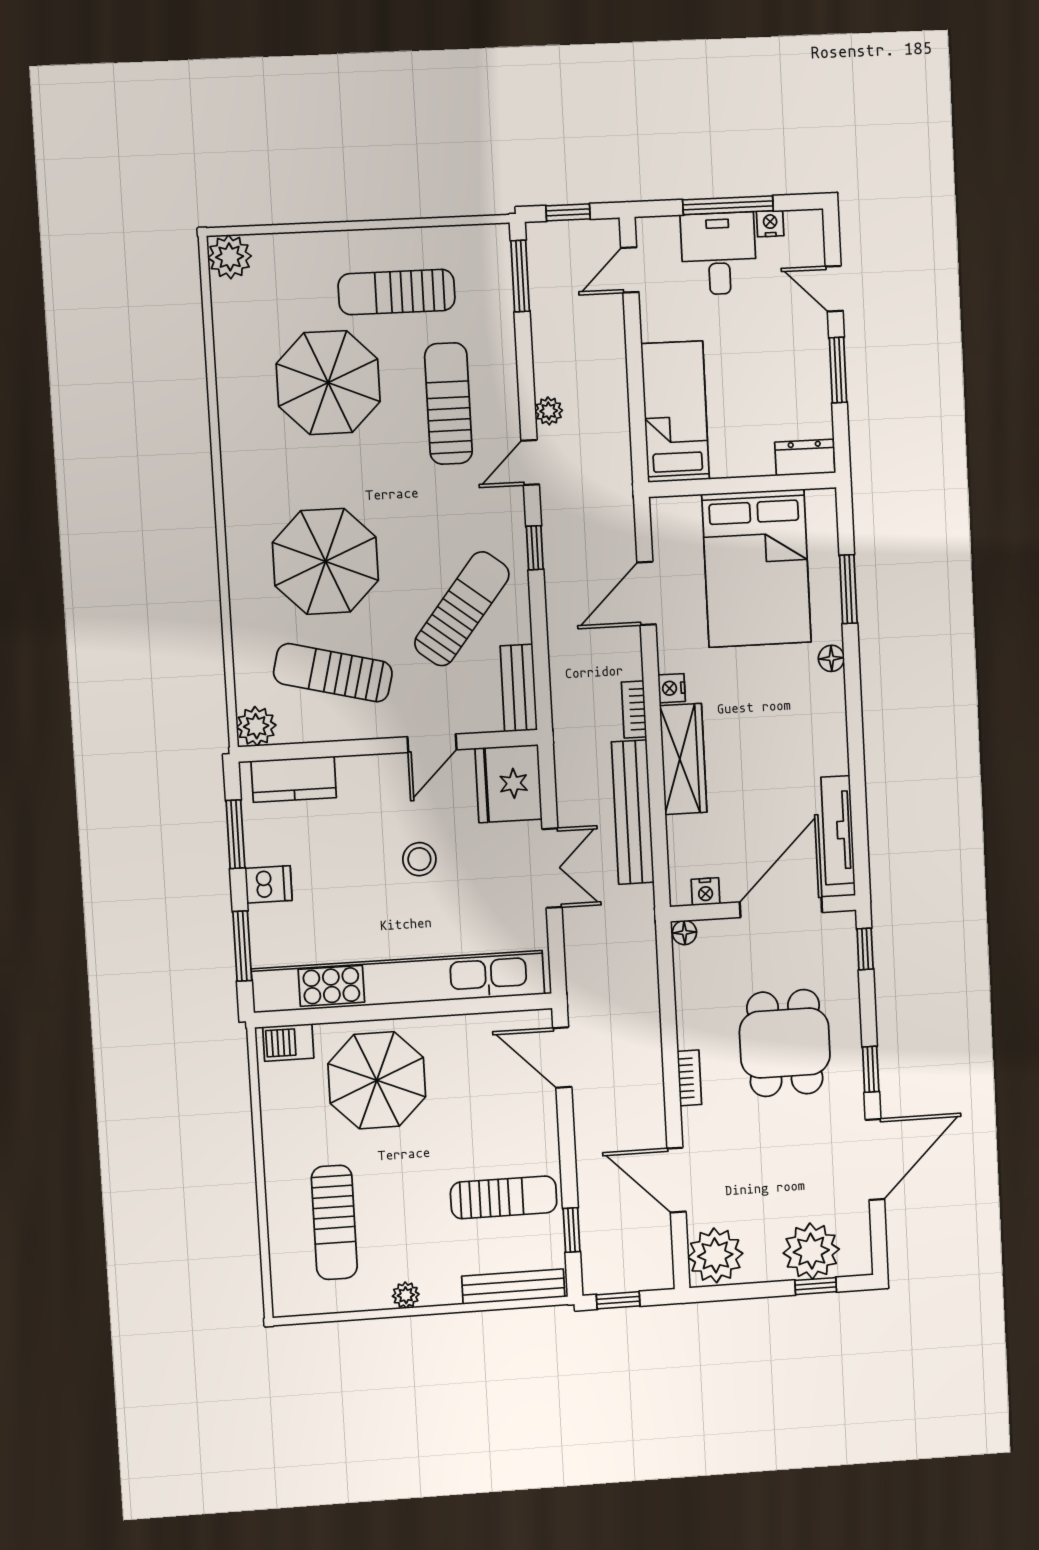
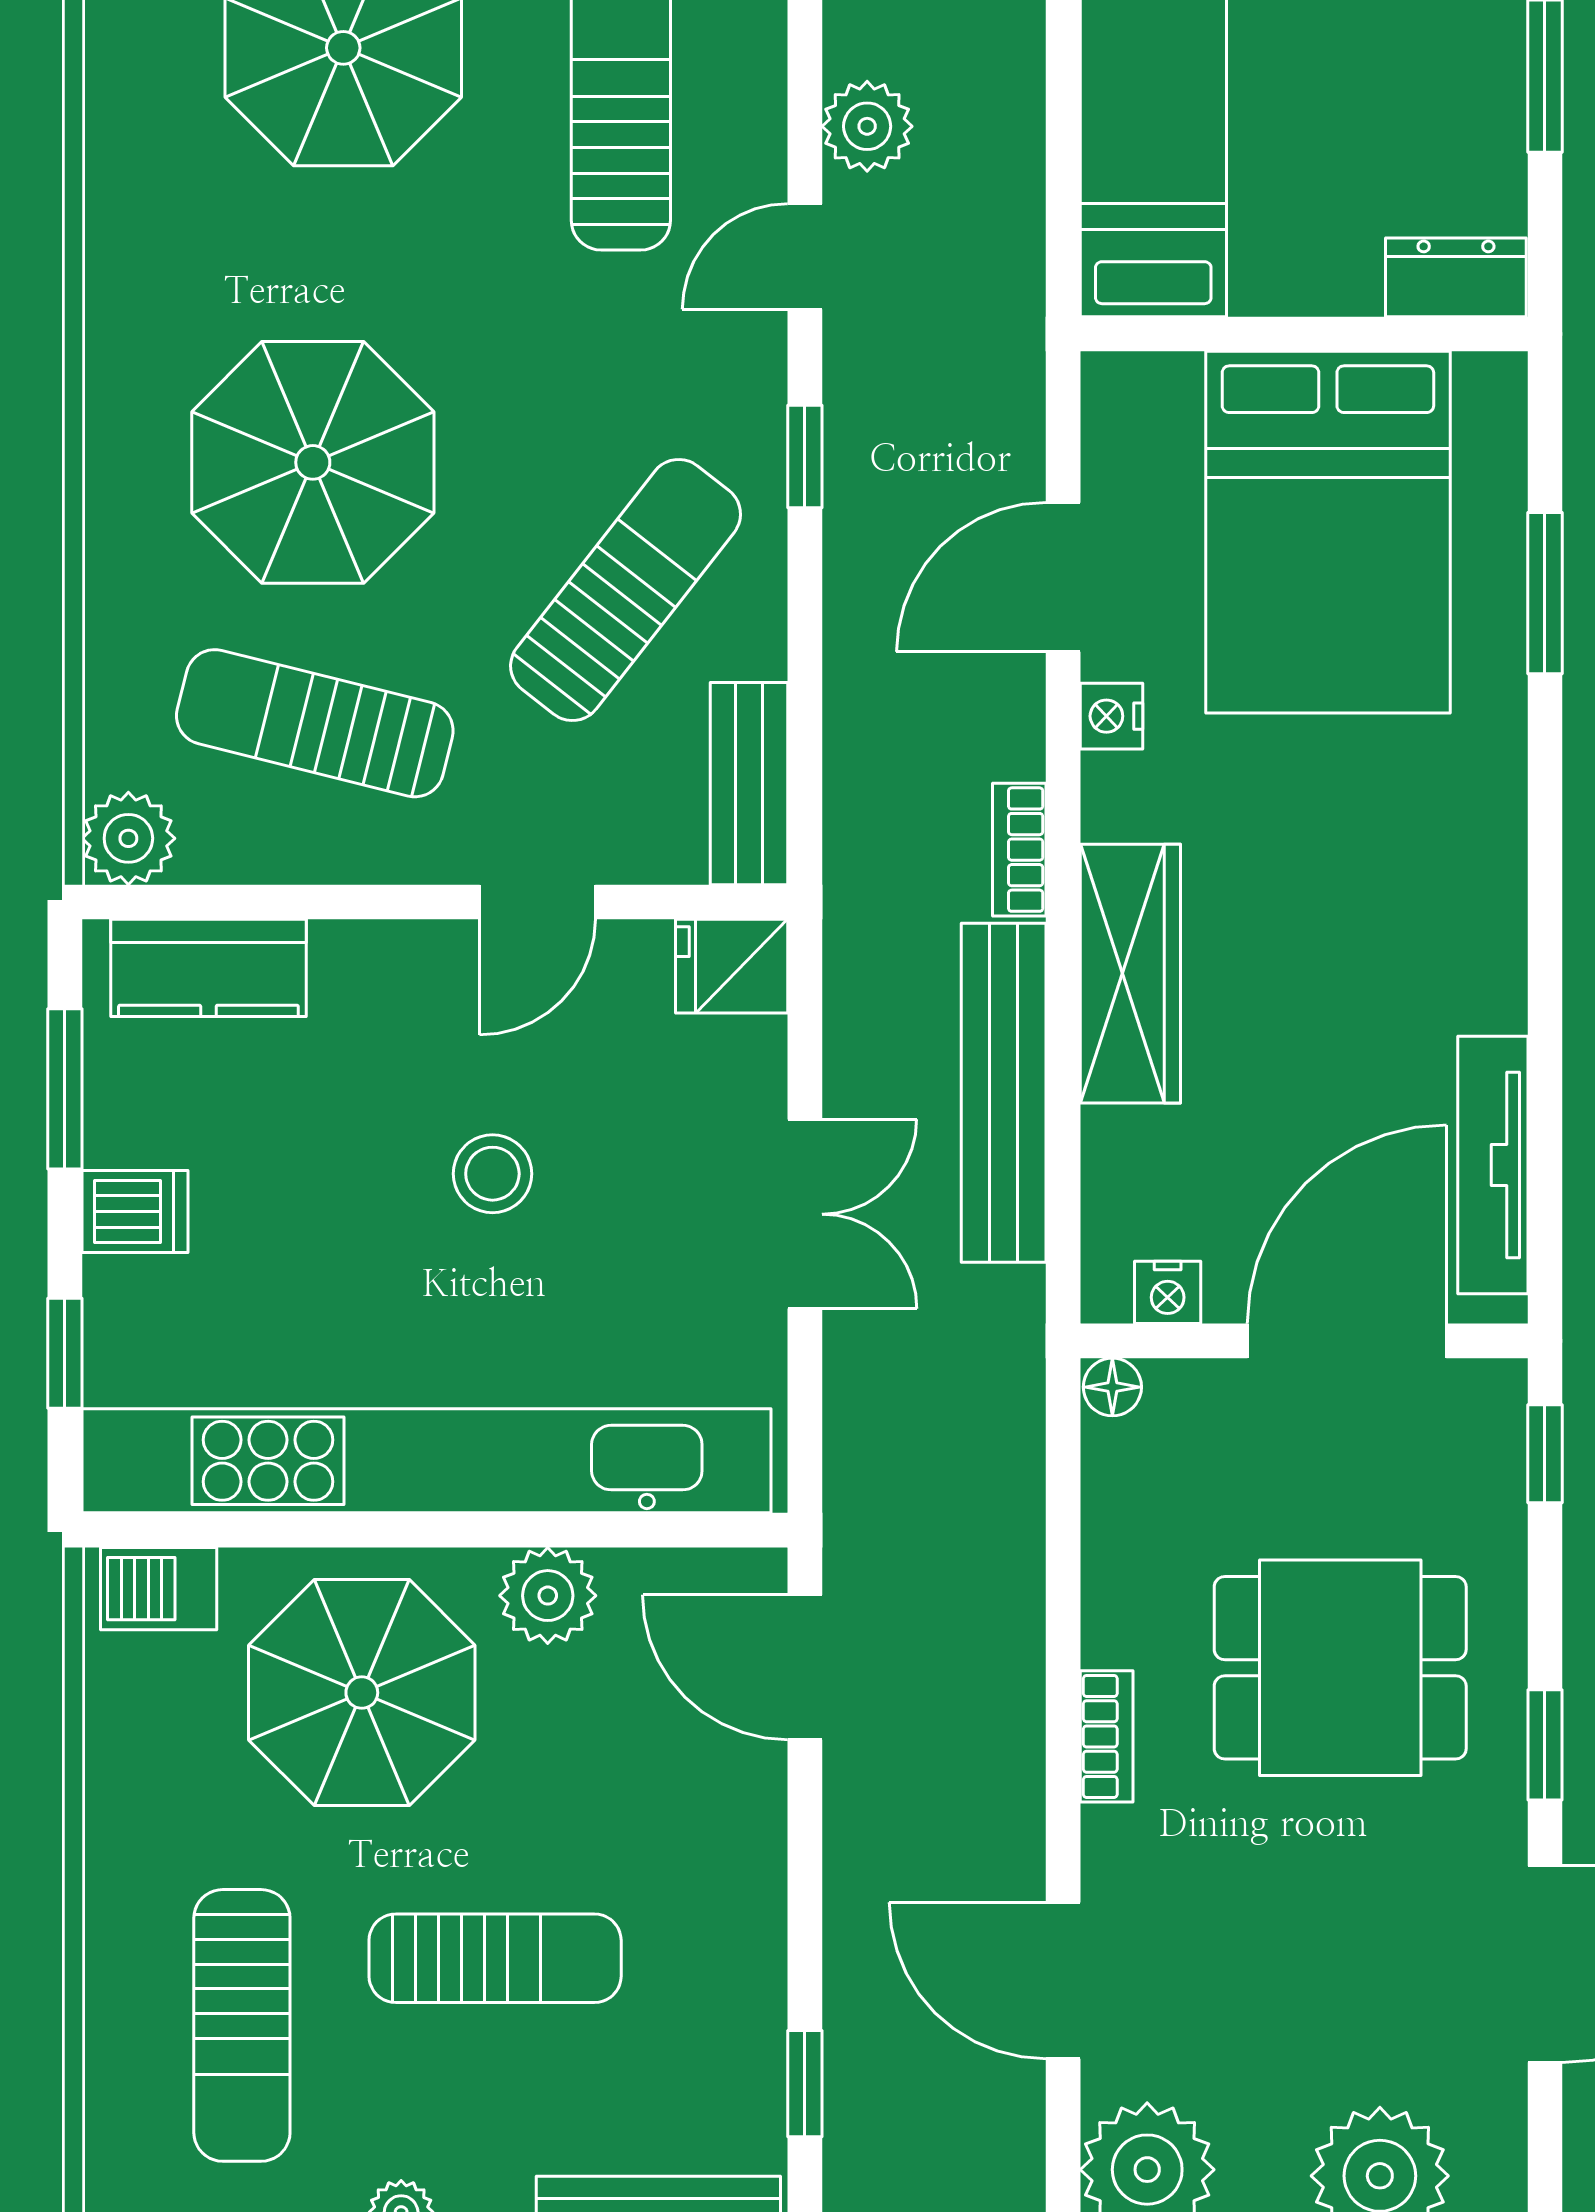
plant: (549, 411) -> (867, 126), width x1.38, depth x1.38
floor lamp: (831, 658) -> (1497, 755), removed
nightstand: (672, 688) -> (1111, 716), moved
fridge: (509, 784) -> (732, 966), width x0.53, depth x0.75
window: (242, 946) -> (65, 1353), width x0.67
plant: (453, 1035) -> (548, 1596), added
dining table: (785, 1043) -> (1340, 1668), turned 90
sun lounger: (504, 1197) -> (495, 1958), moved

